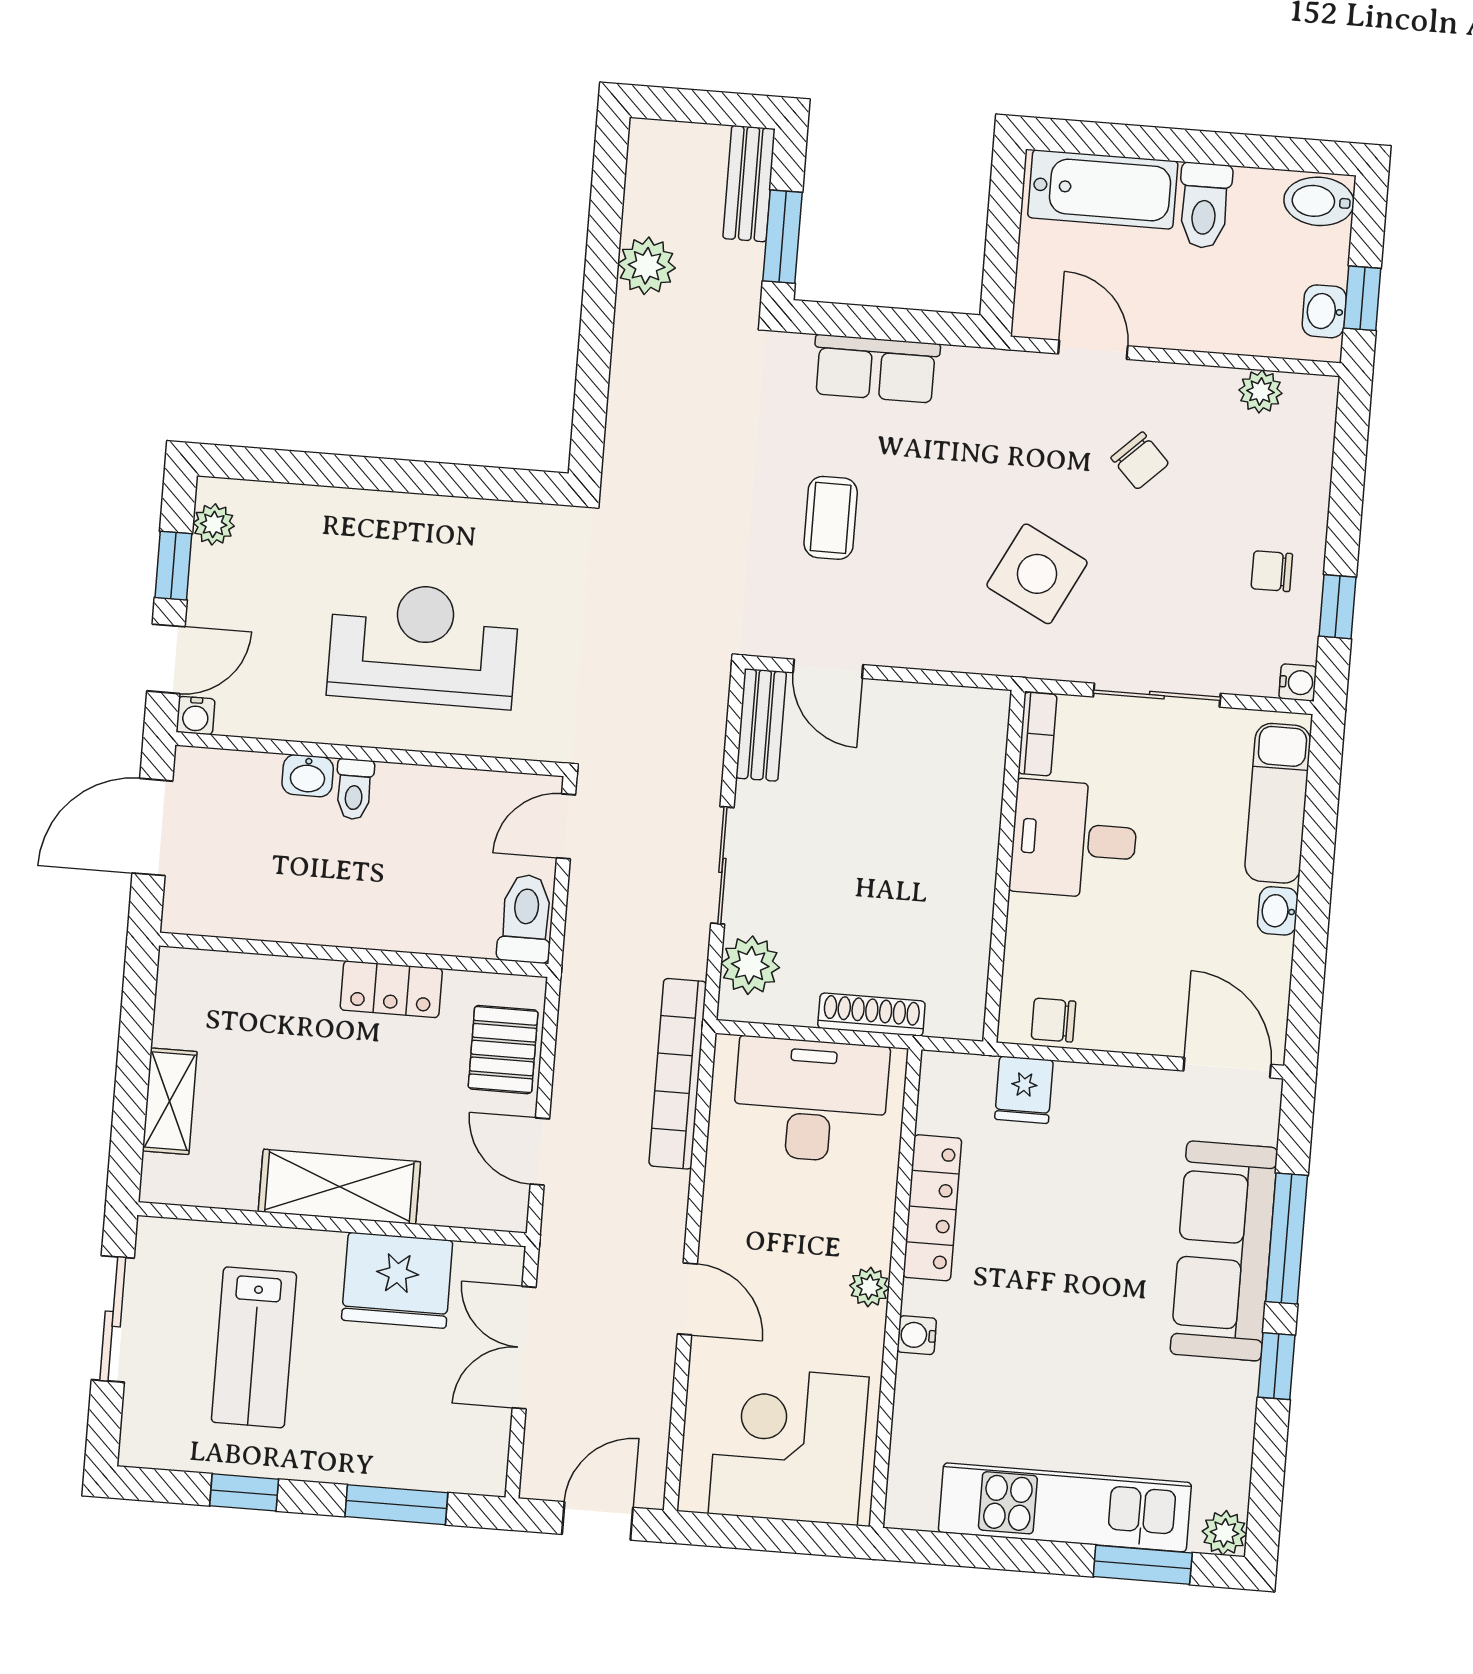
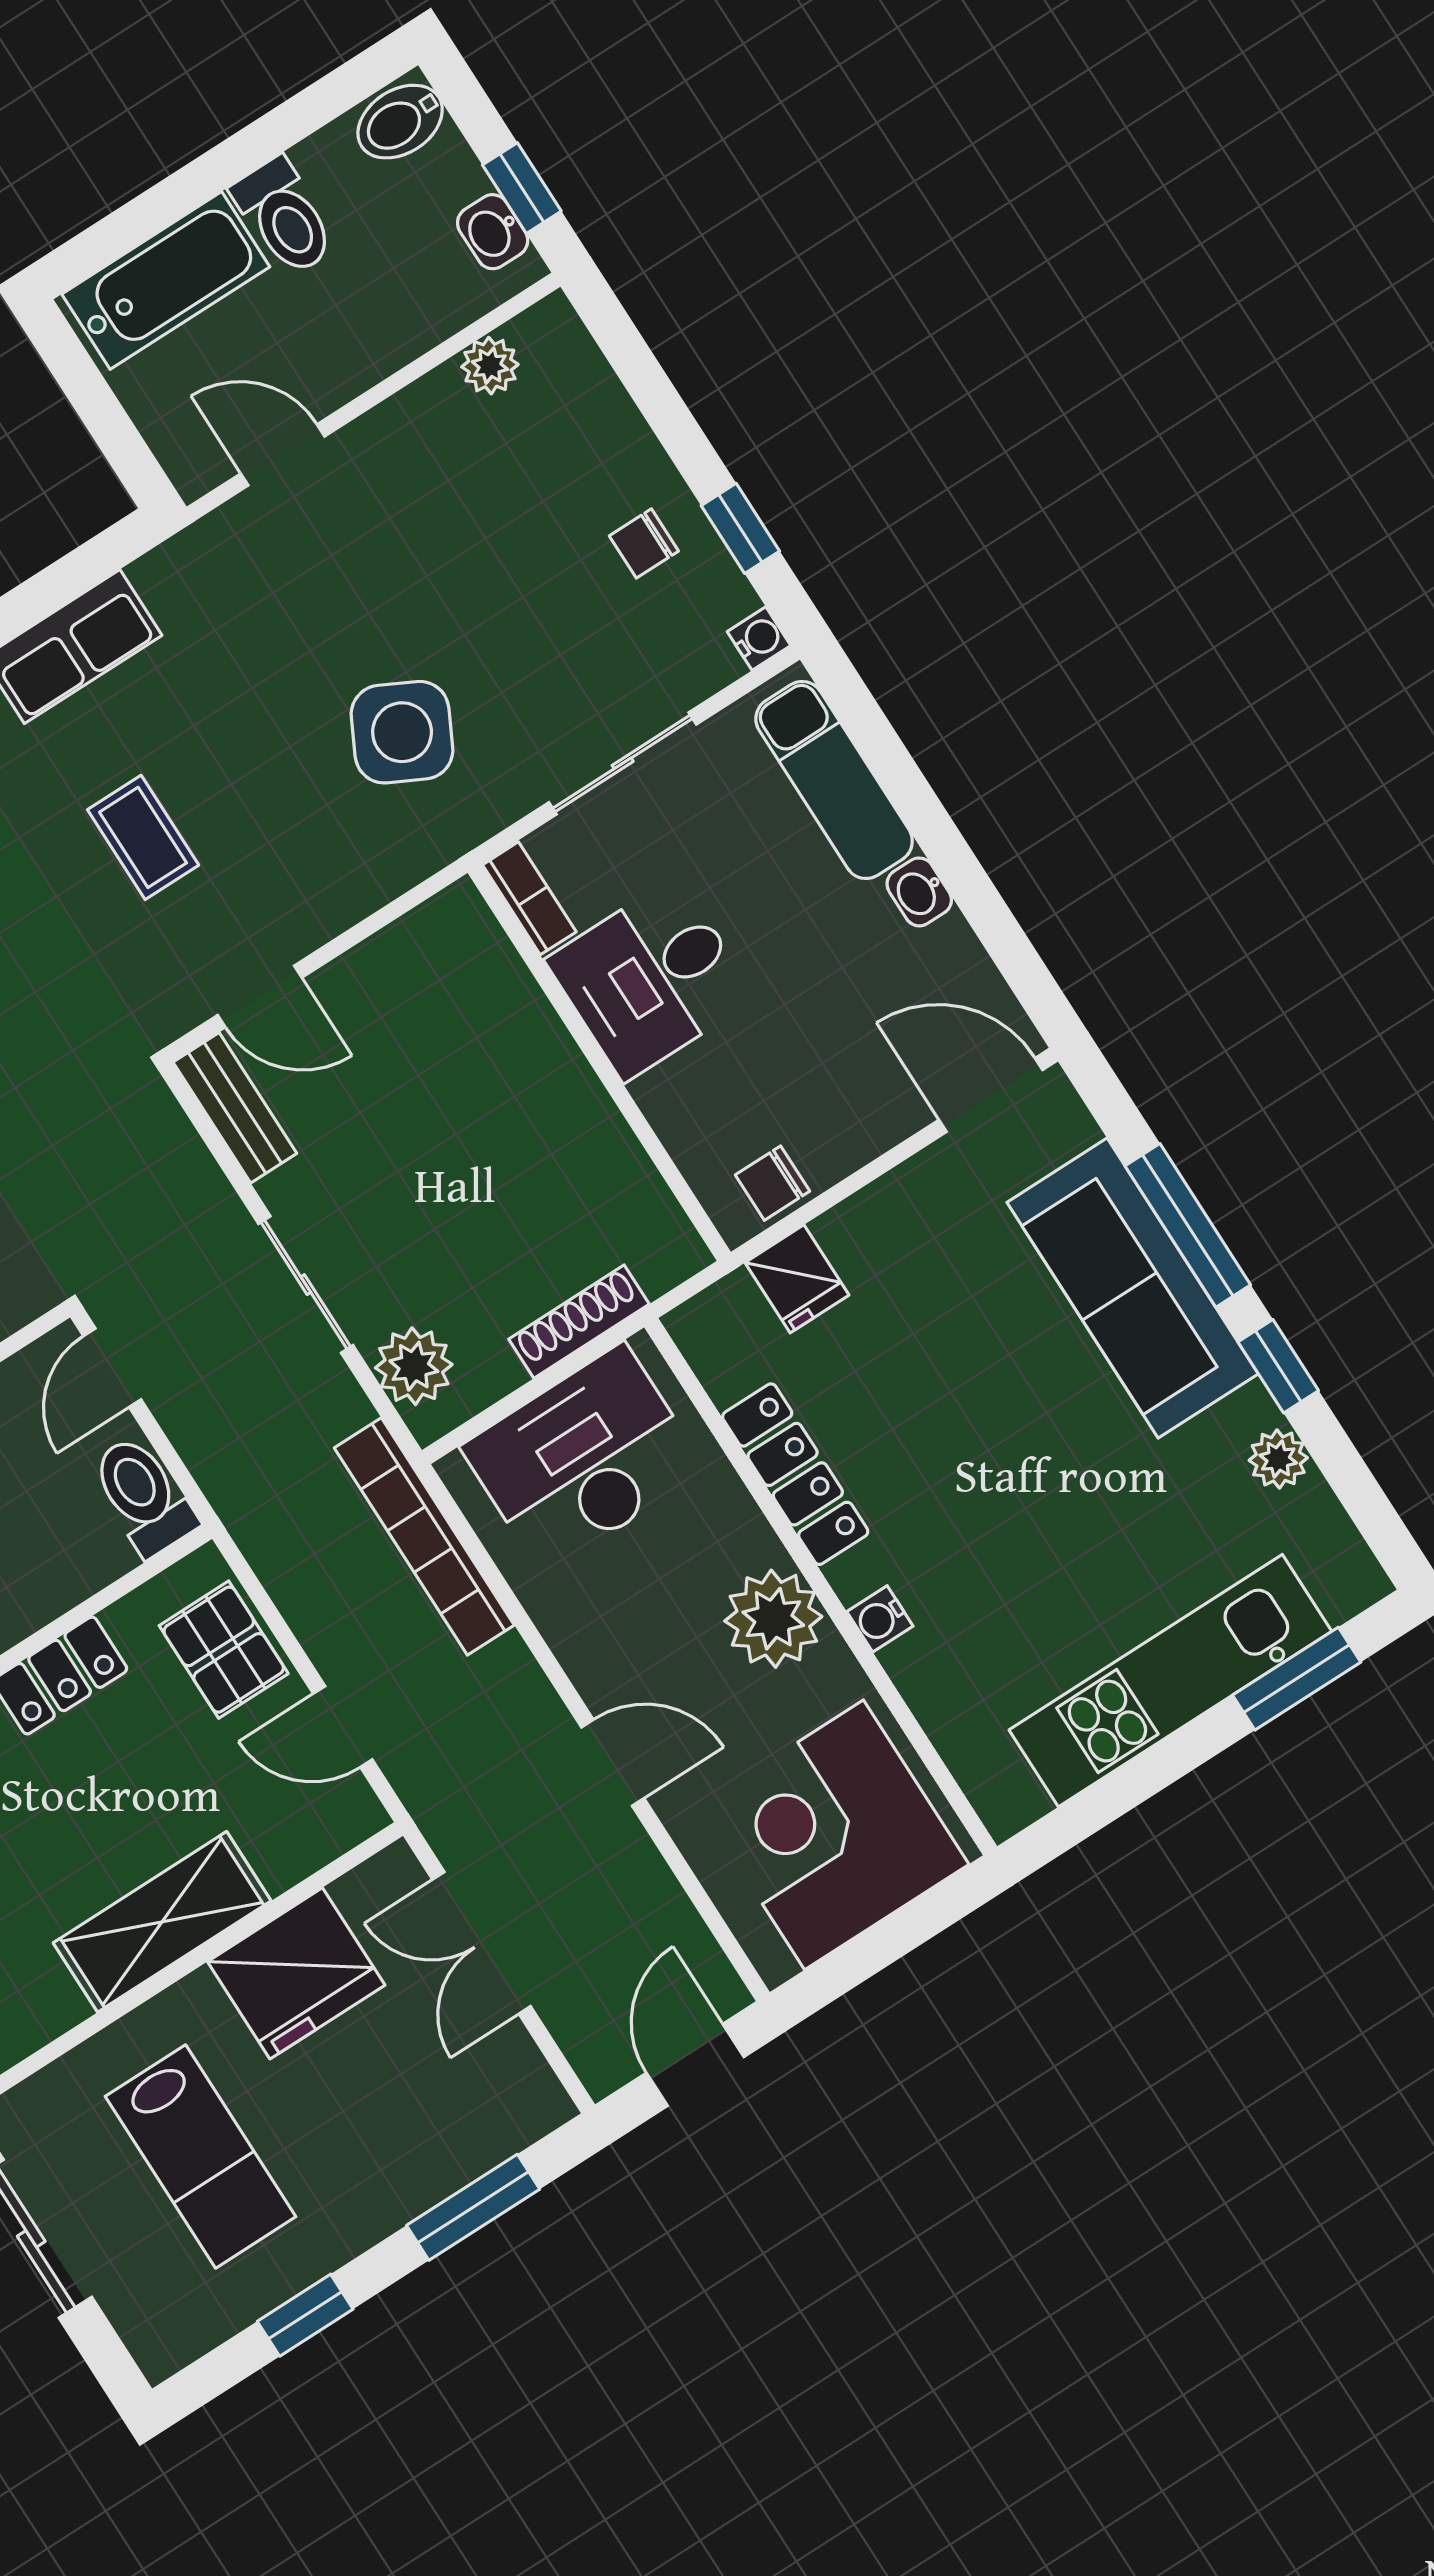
chair: (1140, 461) -> (419, 533), removed
plant: (869, 1287) -> (773, 1619), width x1.88, depth x1.88
plant: (1224, 1533) -> (1278, 1459), moved

